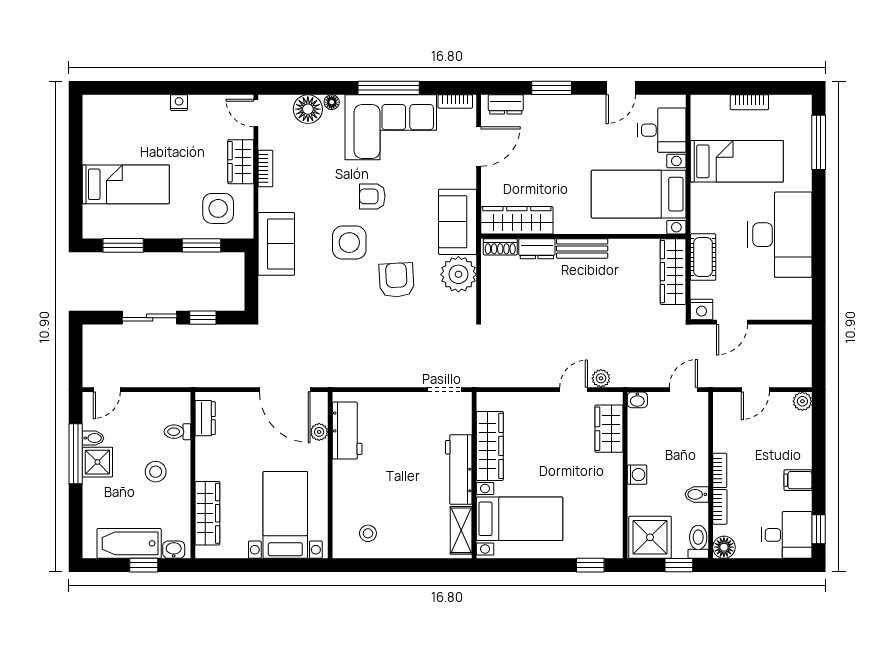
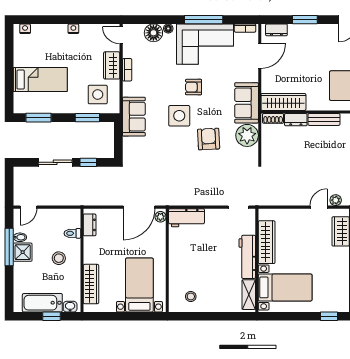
nightstand: (101, 103) -> (25, 29), added
door: (285, 390) -> (139, 207), hinge flipped
workbench: (347, 431) -> (186, 218), moved, turned 90
plant: (319, 432) -> (160, 217), moved

